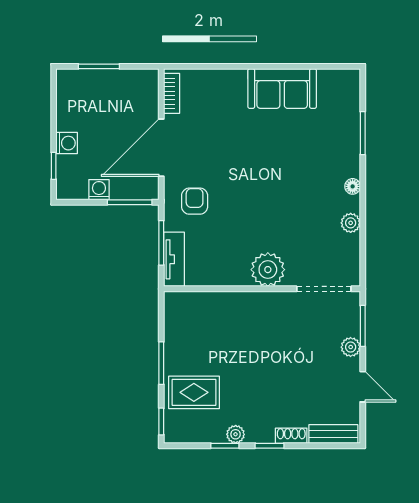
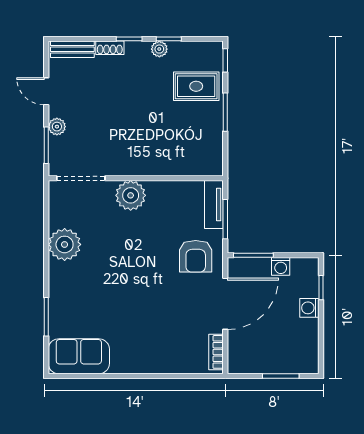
sofa: (282, 89) -> (79, 356), moved
floor lamp: (353, 186) -> (55, 269), removed
armchair: (195, 201) -> (196, 256), width x1.38, depth x1.38
plant: (351, 223) -> (65, 244), width x1.87, depth x1.87

